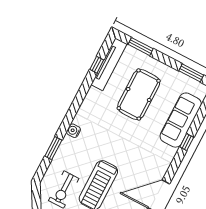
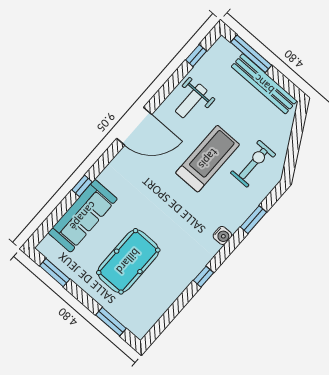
tv unit: (109, 64) -> (157, 309), removed
window: (97, 65) -> (204, 277), moved

